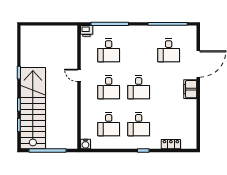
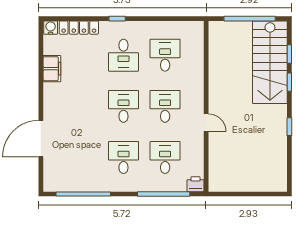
desk: (169, 50) -> (123, 157), moved
filing cabinet: (190, 89) -> (52, 69), moved
stairs: (33, 108) -> (270, 62), width x0.73
desk: (139, 124) -> (123, 55), turned 180
water cooler: (85, 144) -> (51, 28), moved
locker: (171, 144) -> (79, 28), width x1.53

